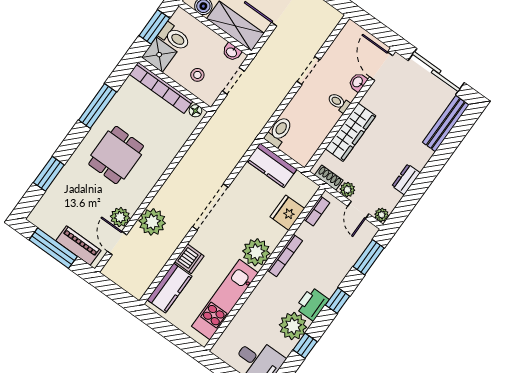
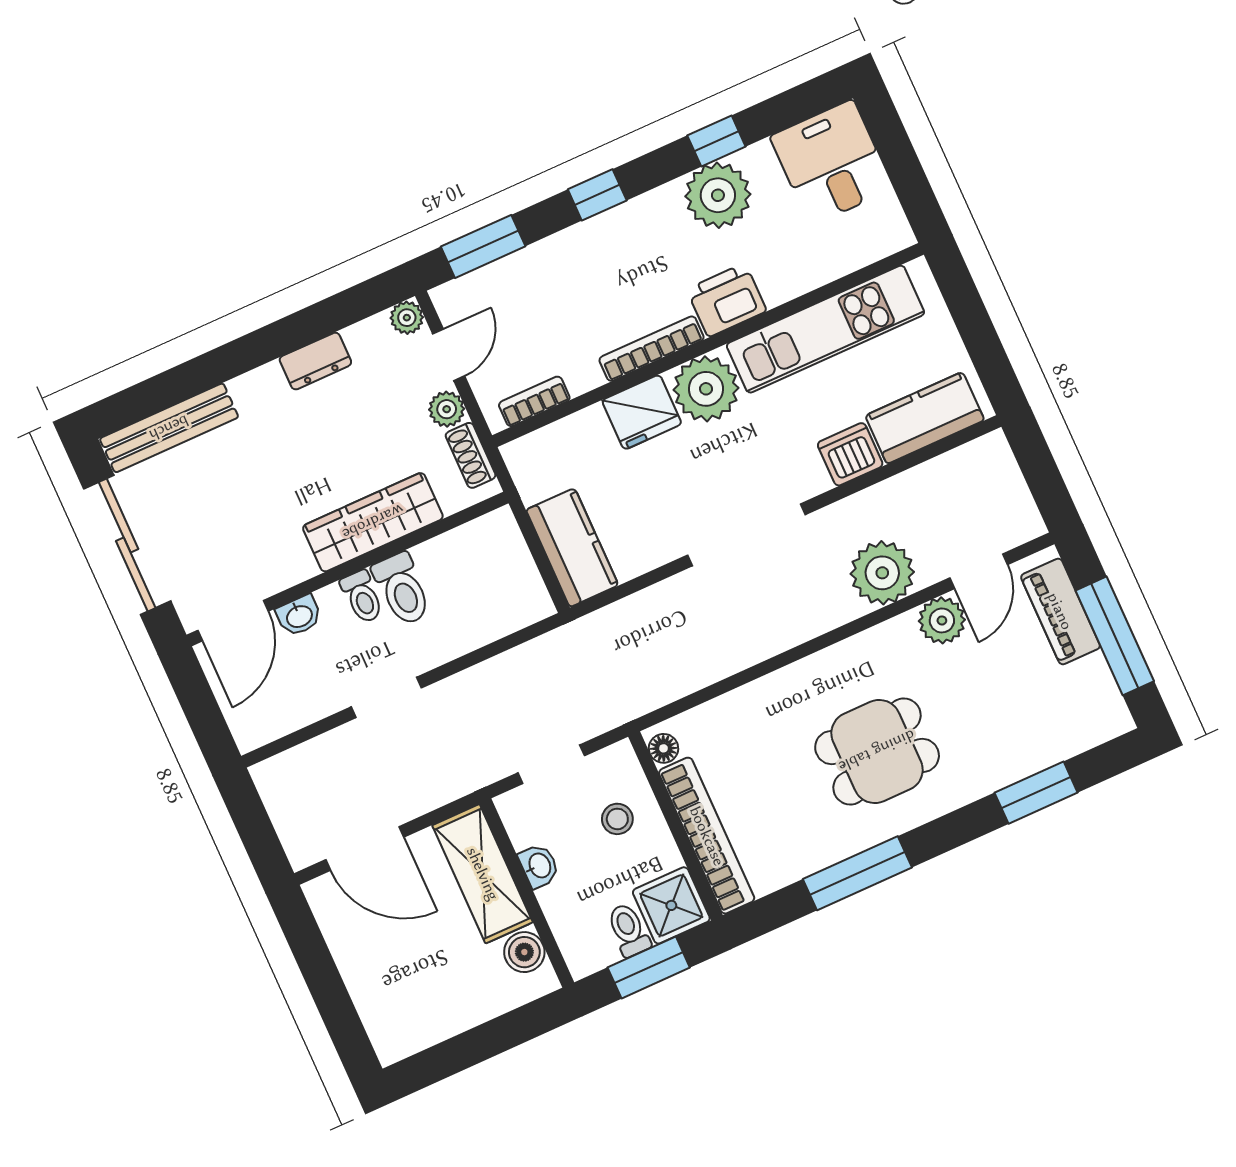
toilet: (174, 37) -> (629, 930), width x0.73, depth x0.72
washbasin: (232, 52) -> (539, 866), moved
toilet: (279, 132) -> (402, 589), moved, turned -90
fridge: (287, 213) -> (642, 412), moved
printer: (312, 304) -> (727, 300), moved, turned 180

